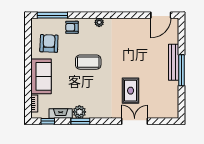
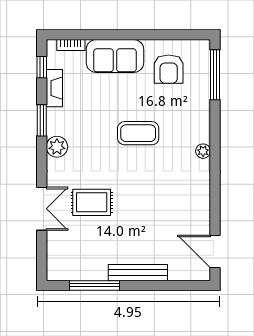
armchair: (72, 27) -> (195, 107), removed
armchair: (49, 43) -> (169, 69), turned 88
coffee table: (88, 62) -> (138, 133), turned 90
window: (182, 70) -> (94, 285), moved
plant: (79, 112) -> (57, 147), moved

